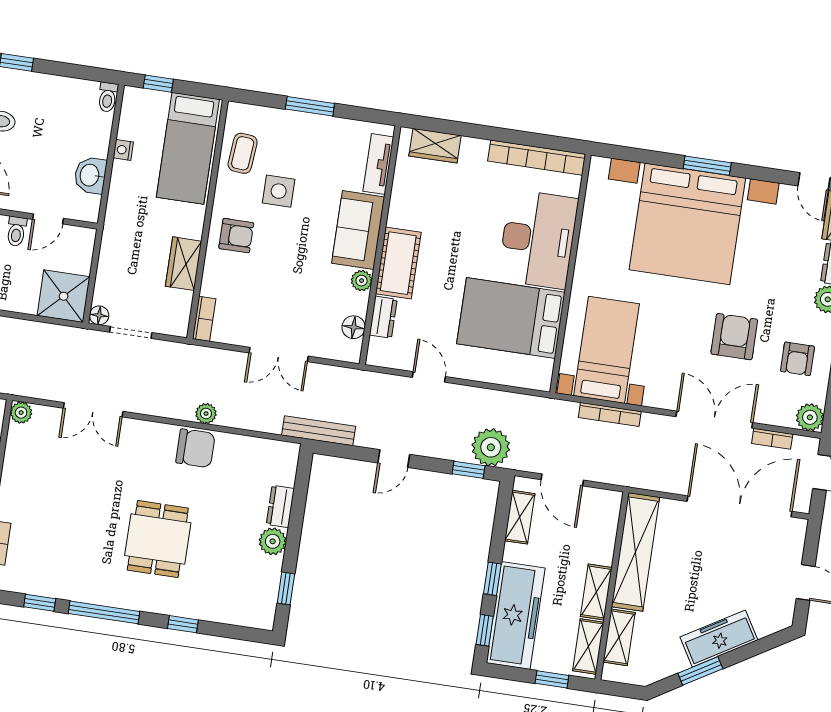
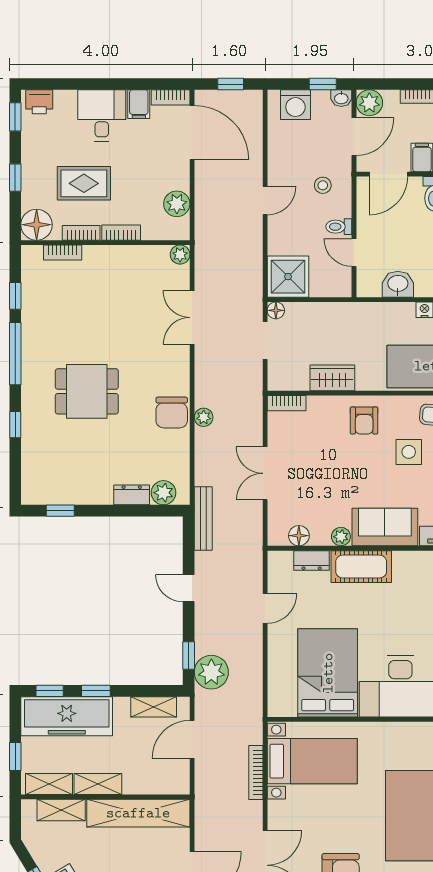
plant: (273, 541) -> (163, 493), moved

